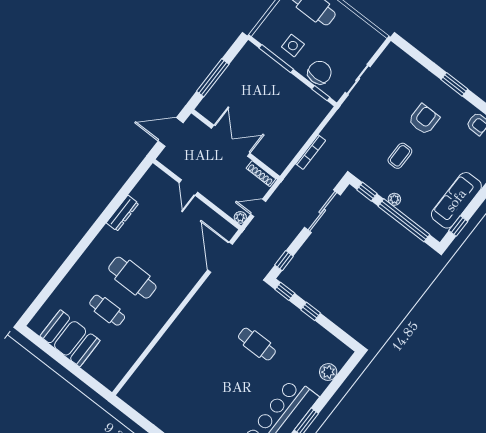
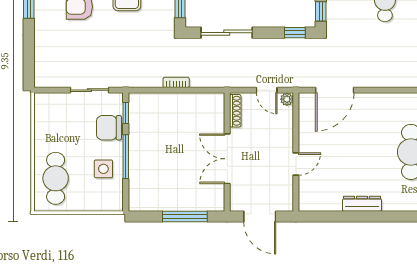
window: (276, 59) -> (126, 157), moved
bookcase: (311, 152) -> (176, 82), width x0.64

